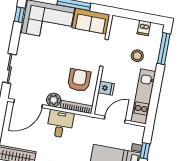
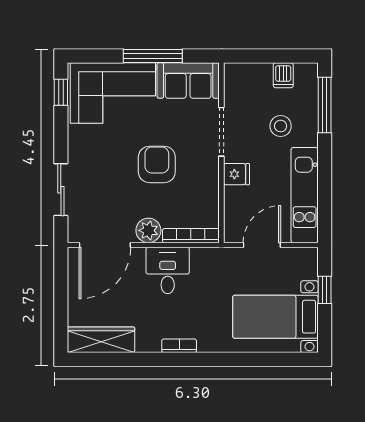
armchair: (79, 80) -> (157, 164), moved
fridge: (106, 88) -> (236, 174), moved

